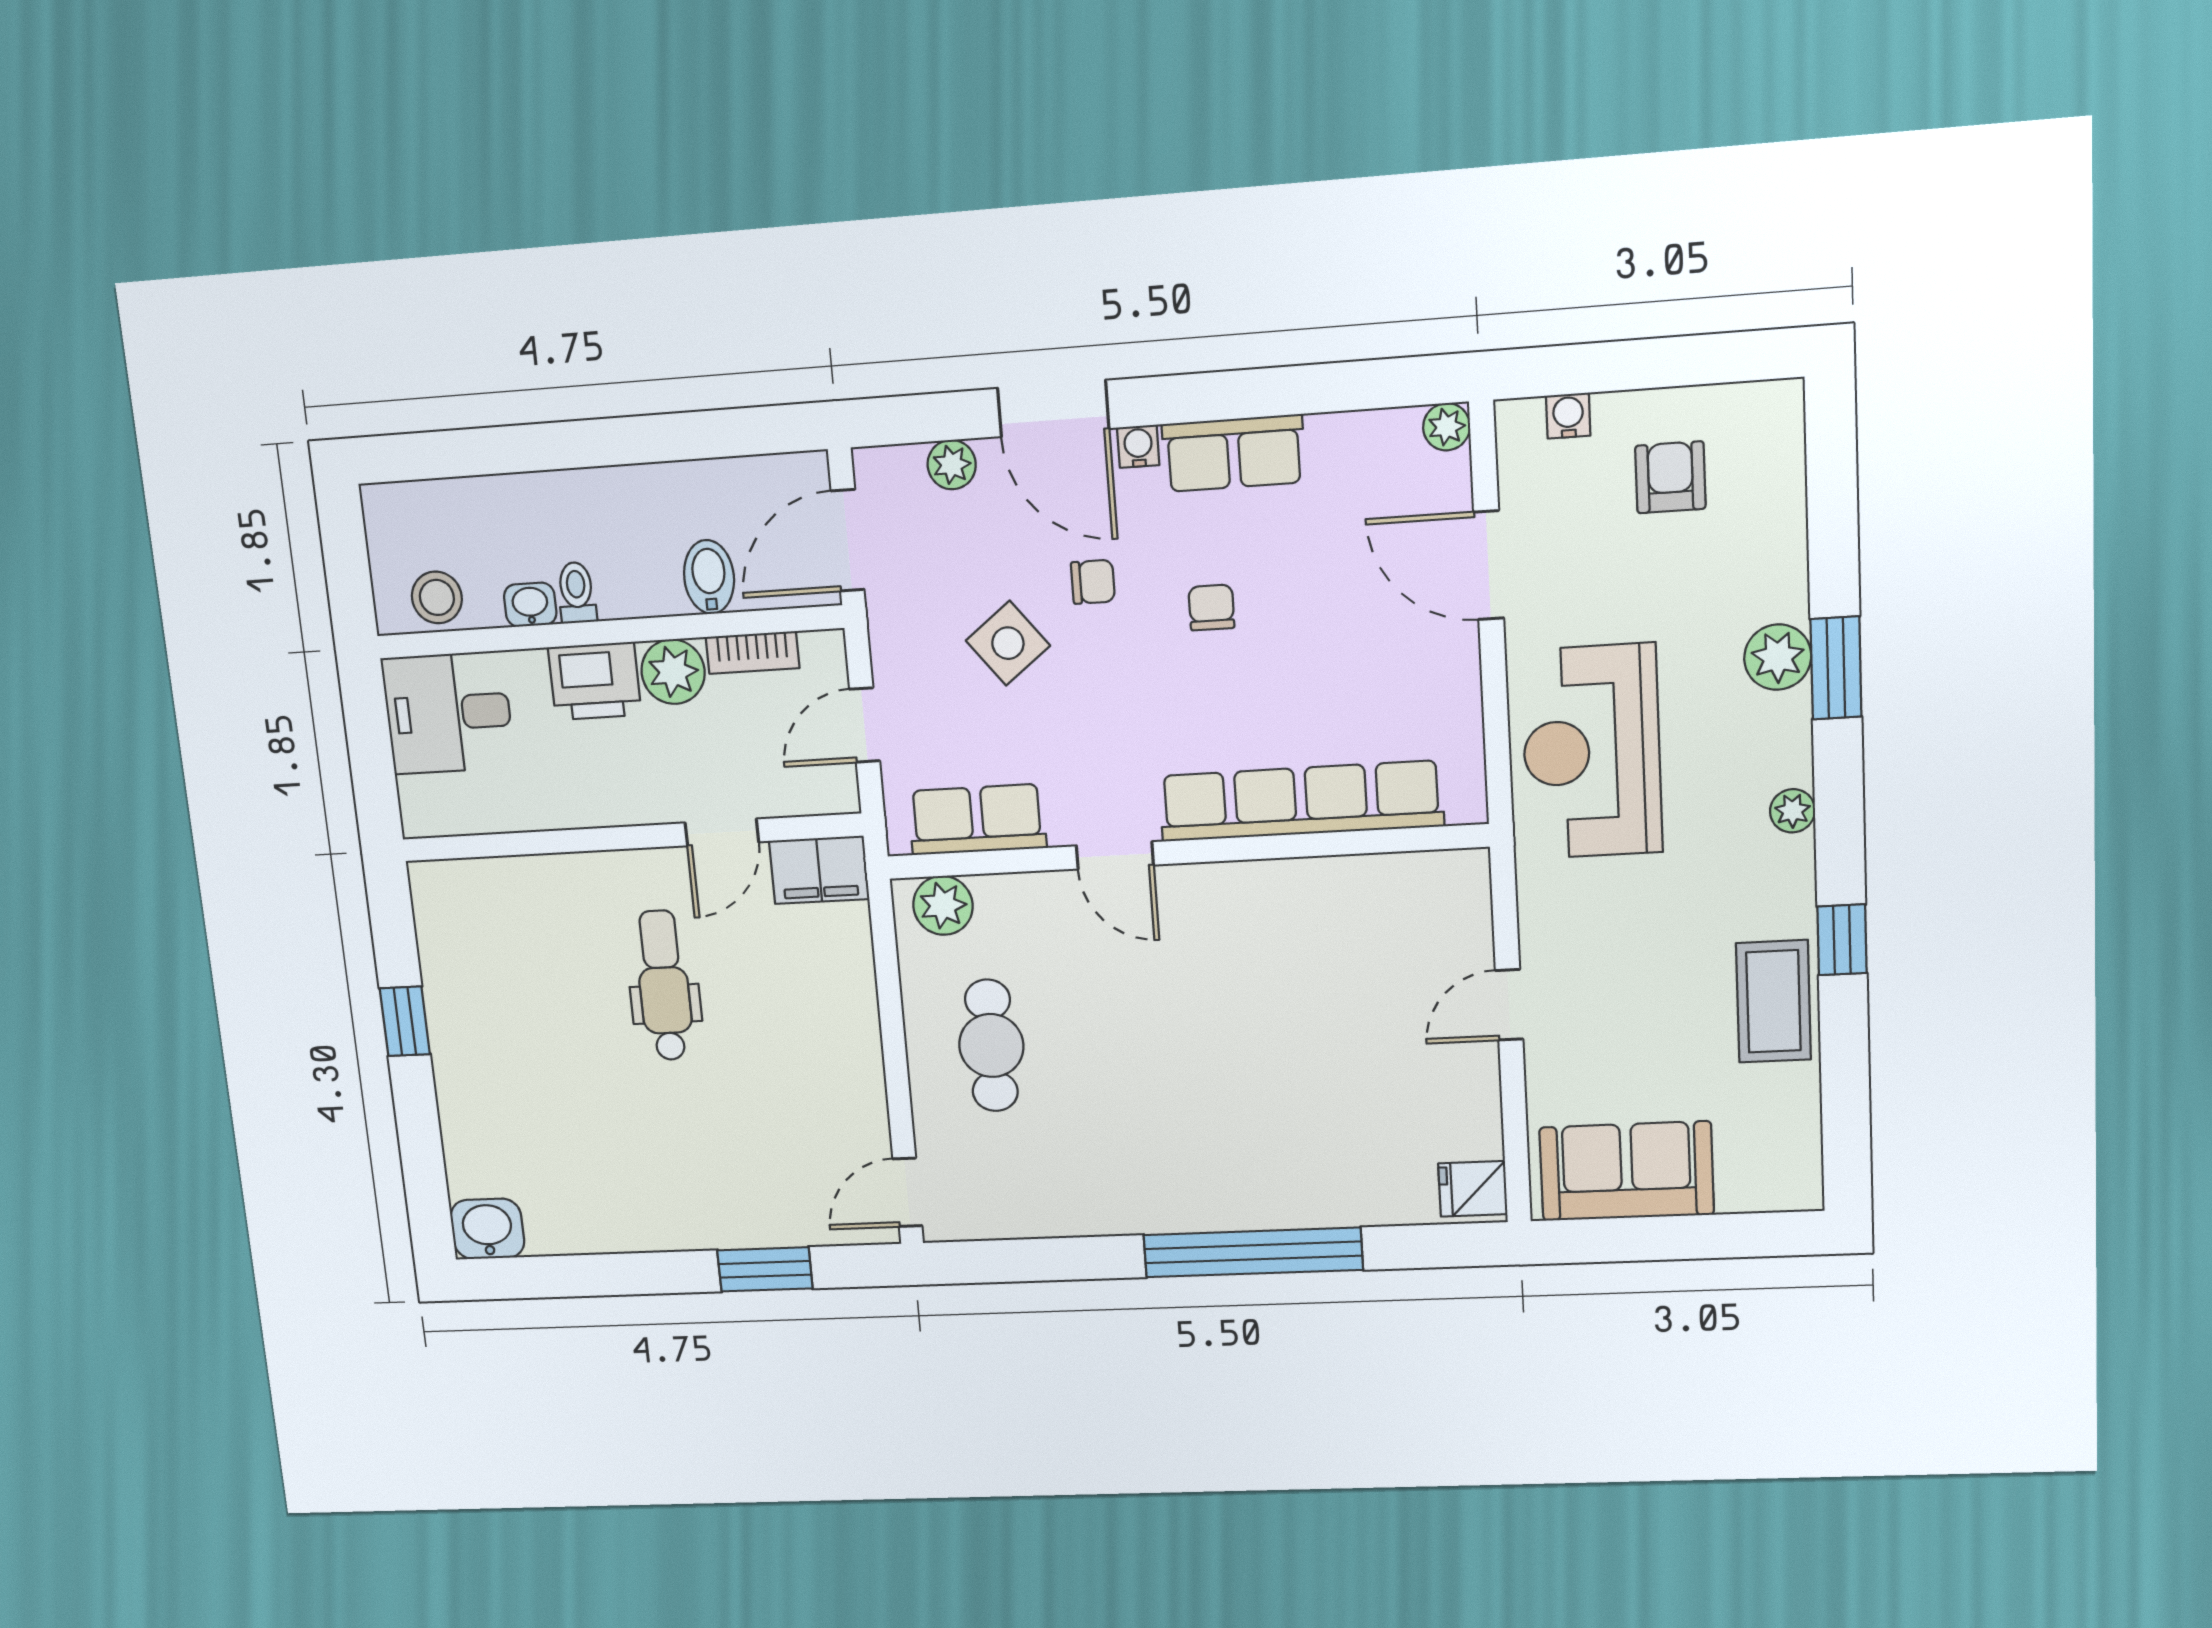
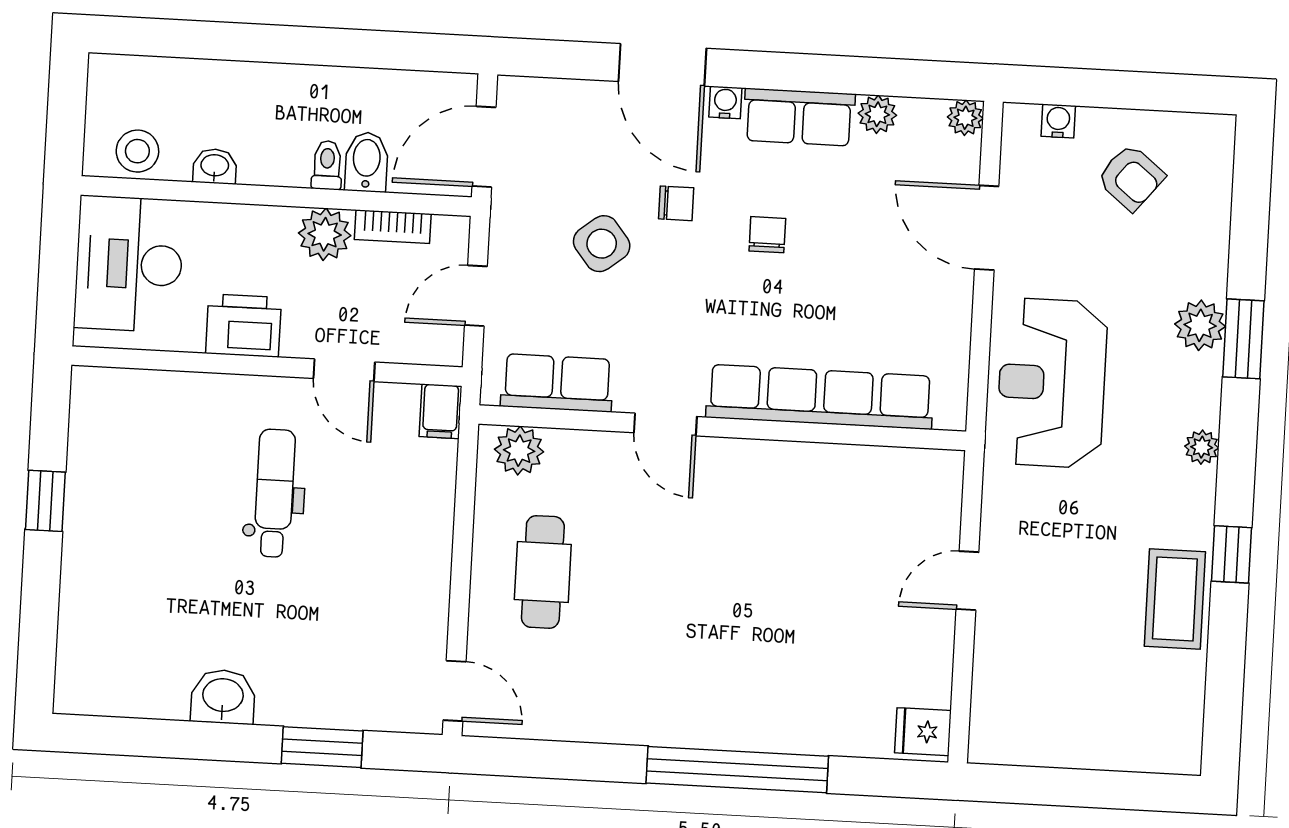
plant: (952, 465) -> (877, 114), moved
armchair: (1670, 477) -> (1131, 177), turned 129
toilet: (577, 593) -> (327, 165), moved
printer: (595, 681) -> (244, 326), moved, turned 180
desk: (448, 713) -> (129, 264), width x1.37
door: (722, 832) -> (344, 370), hinge flipped
filing cabinet: (819, 870) -> (440, 411), width x0.50
sofa: (1627, 1171) -> (1048, 728), removed
door: (907, 1192) -> (454, 691), swing flipped
washbasin: (487, 1229) -> (223, 697), moved

